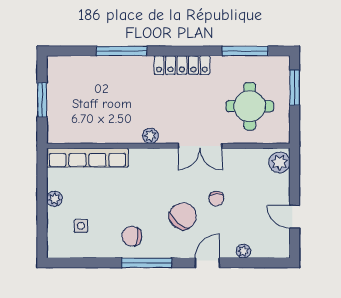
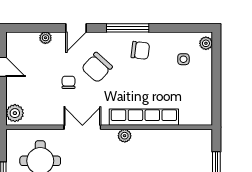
row of seats: (87, 158) -> (144, 117), moved
plant: (54, 199) -> (206, 43), moved

